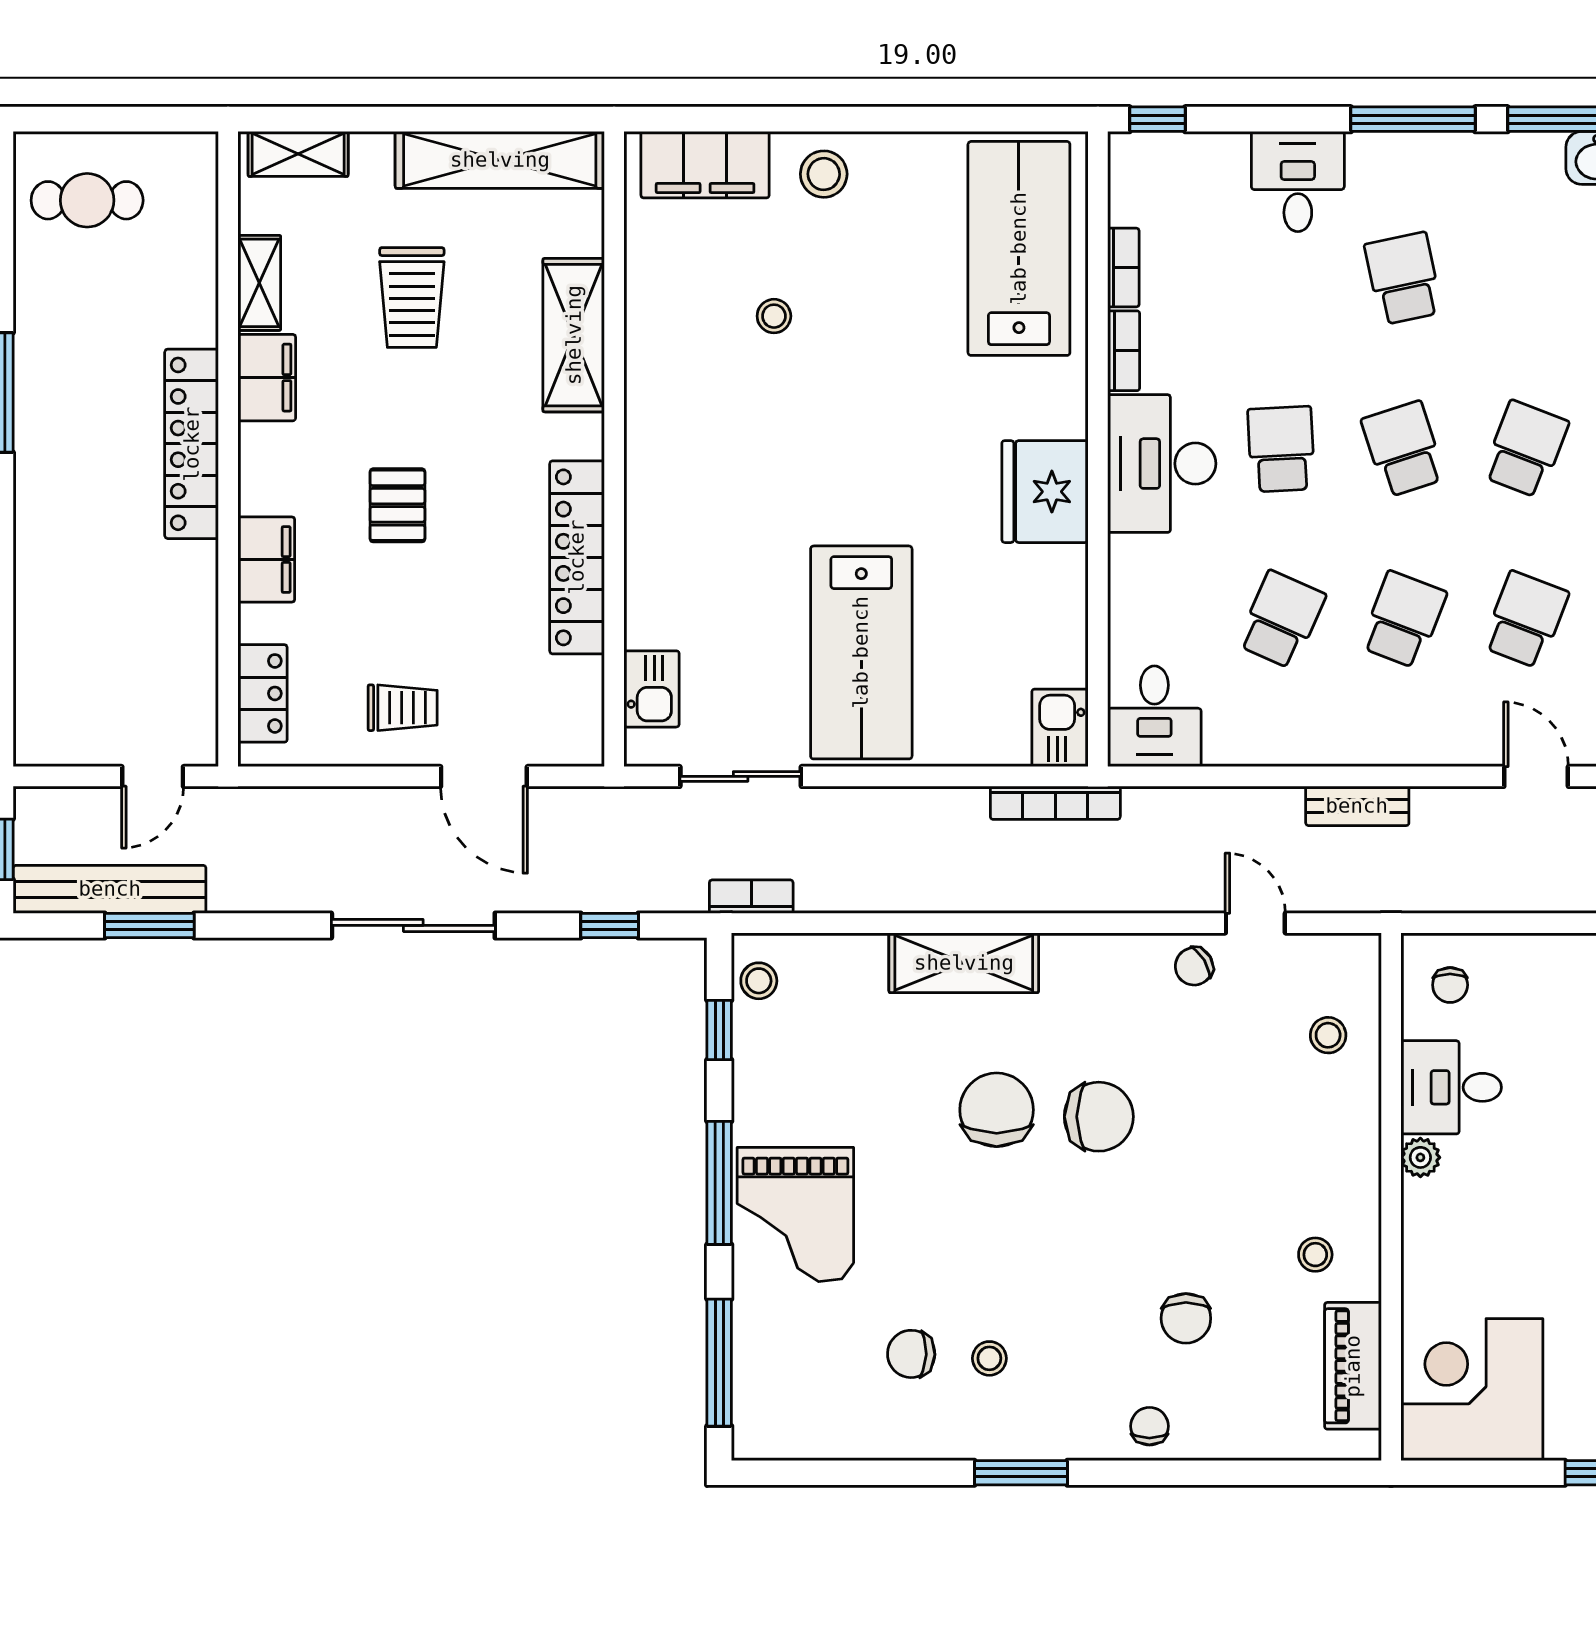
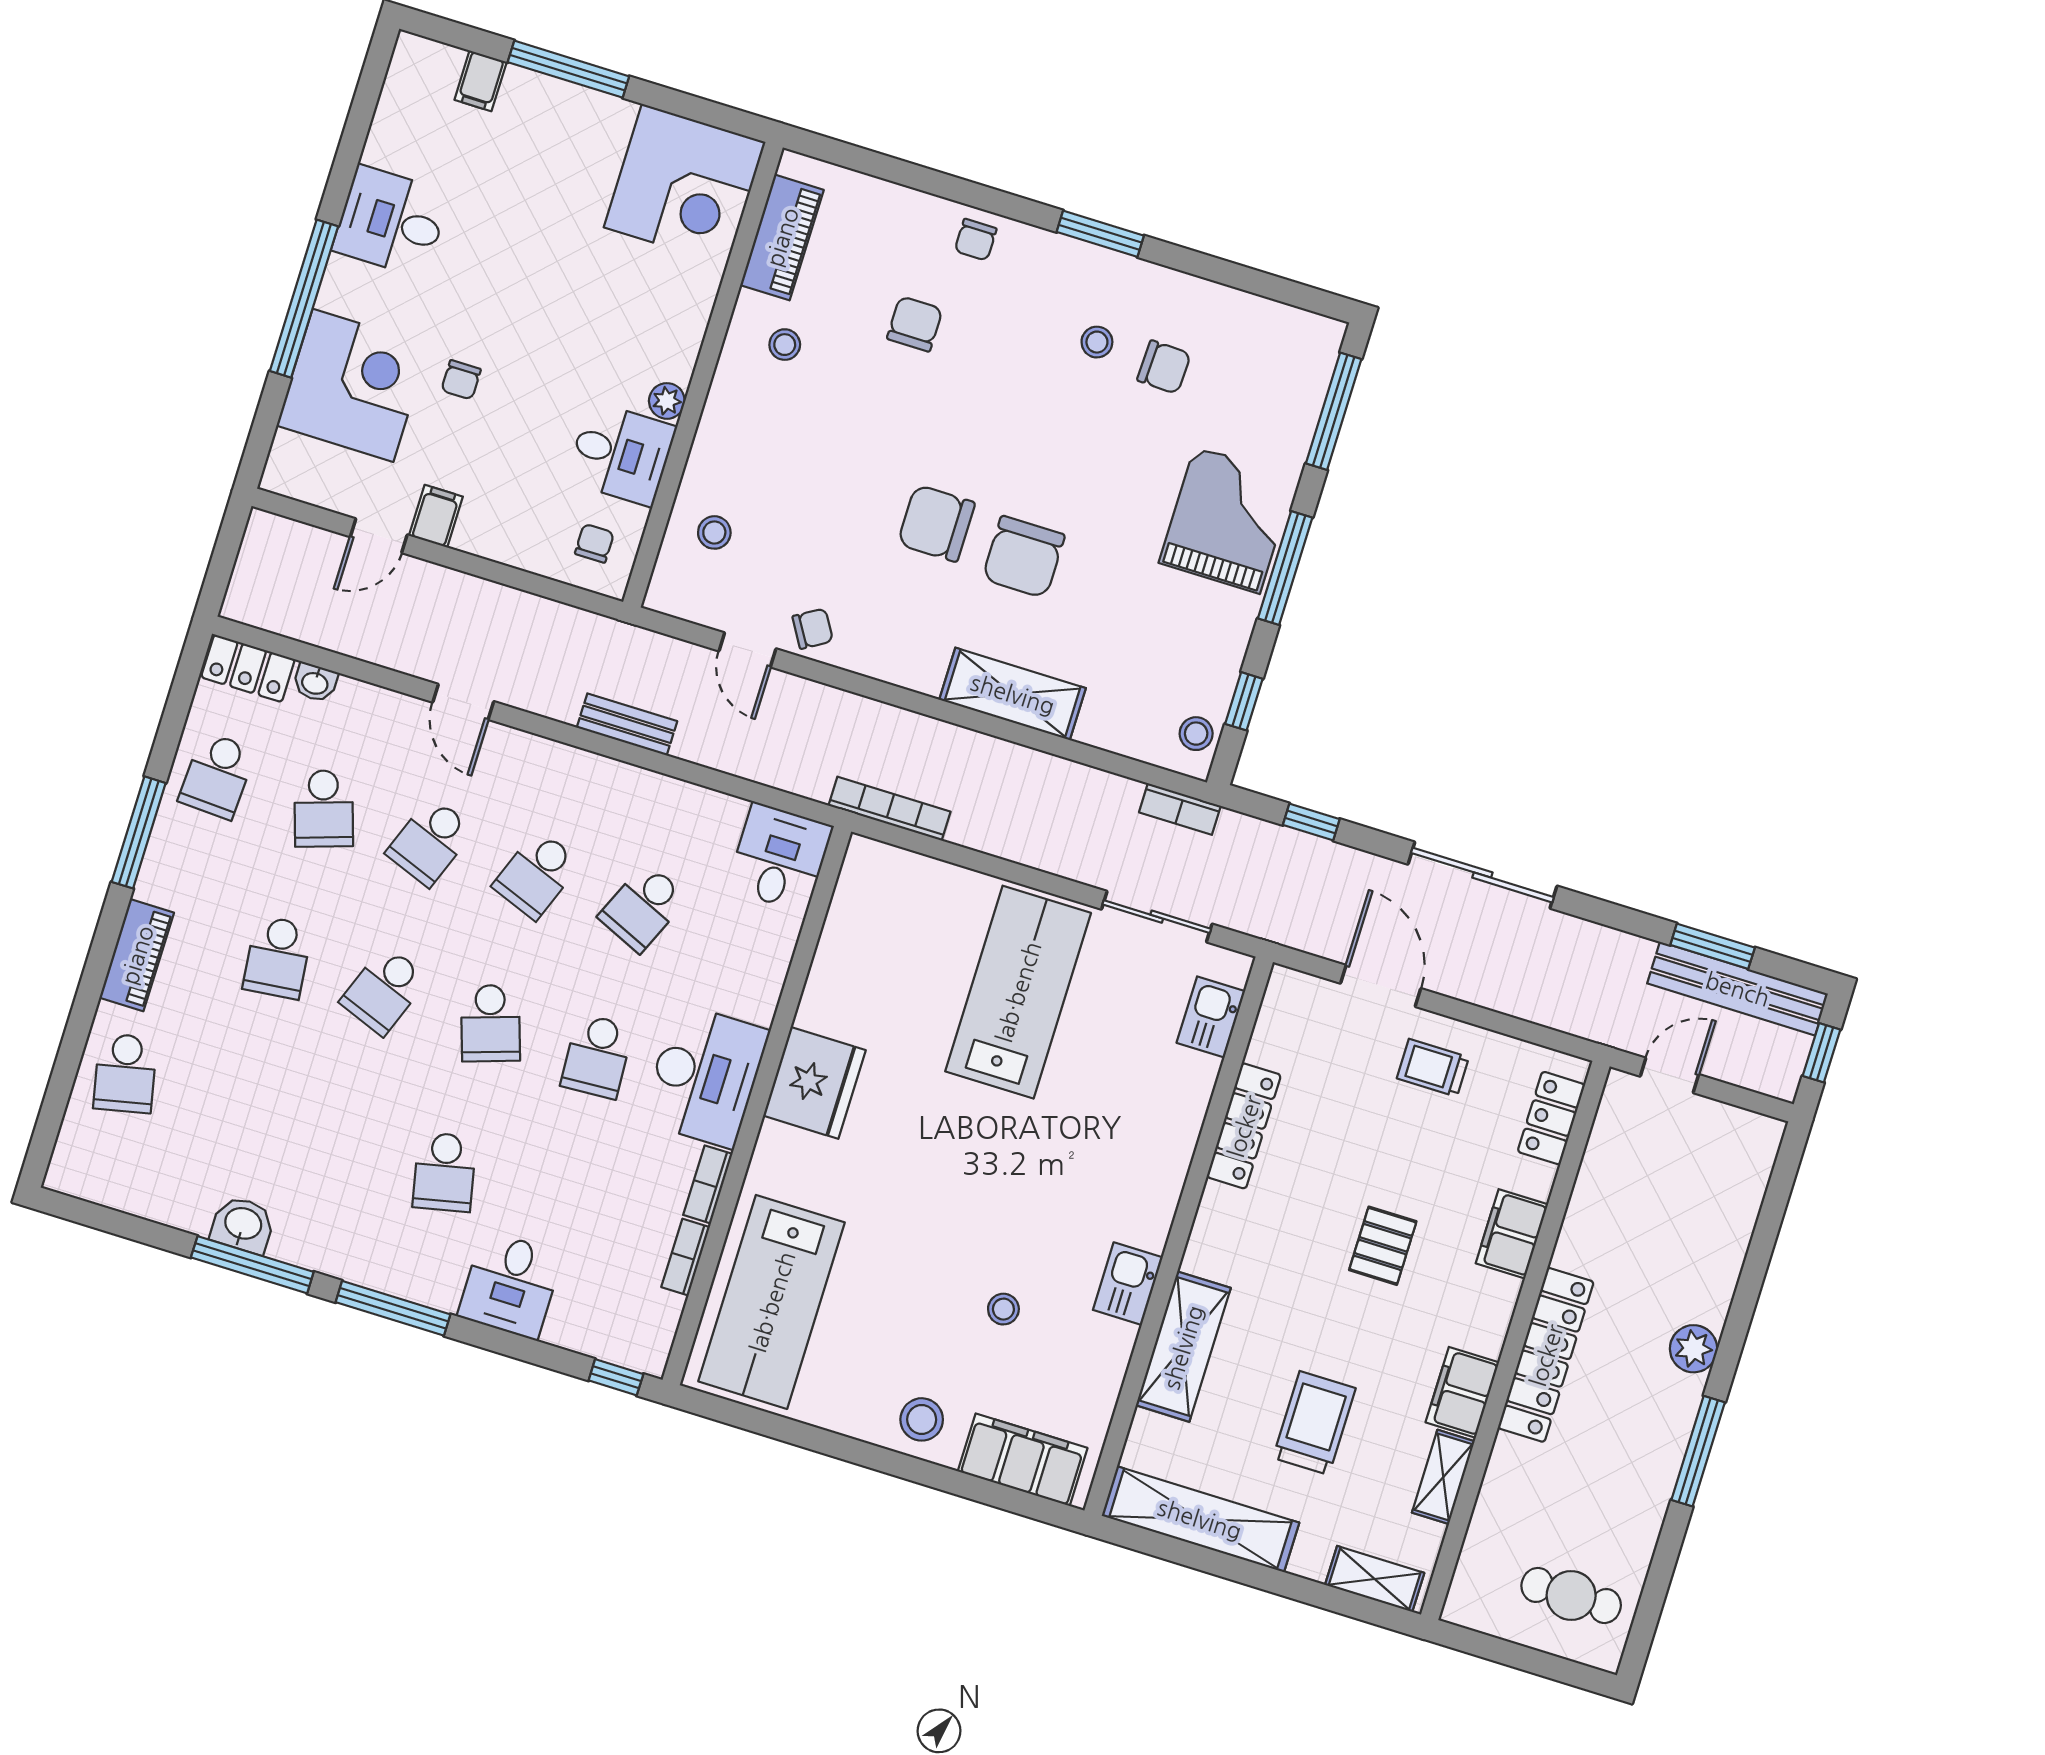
plant: (39, 498) -> (1694, 1349), added
locker: (577, 557) -> (1244, 1126), width x0.71, depth x0.83
kitchen sink: (1060, 728) -> (1128, 1284), moved, turned 180

